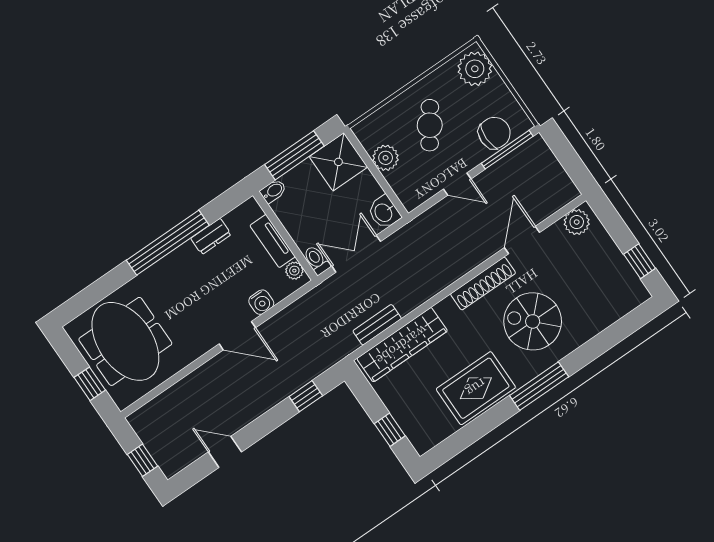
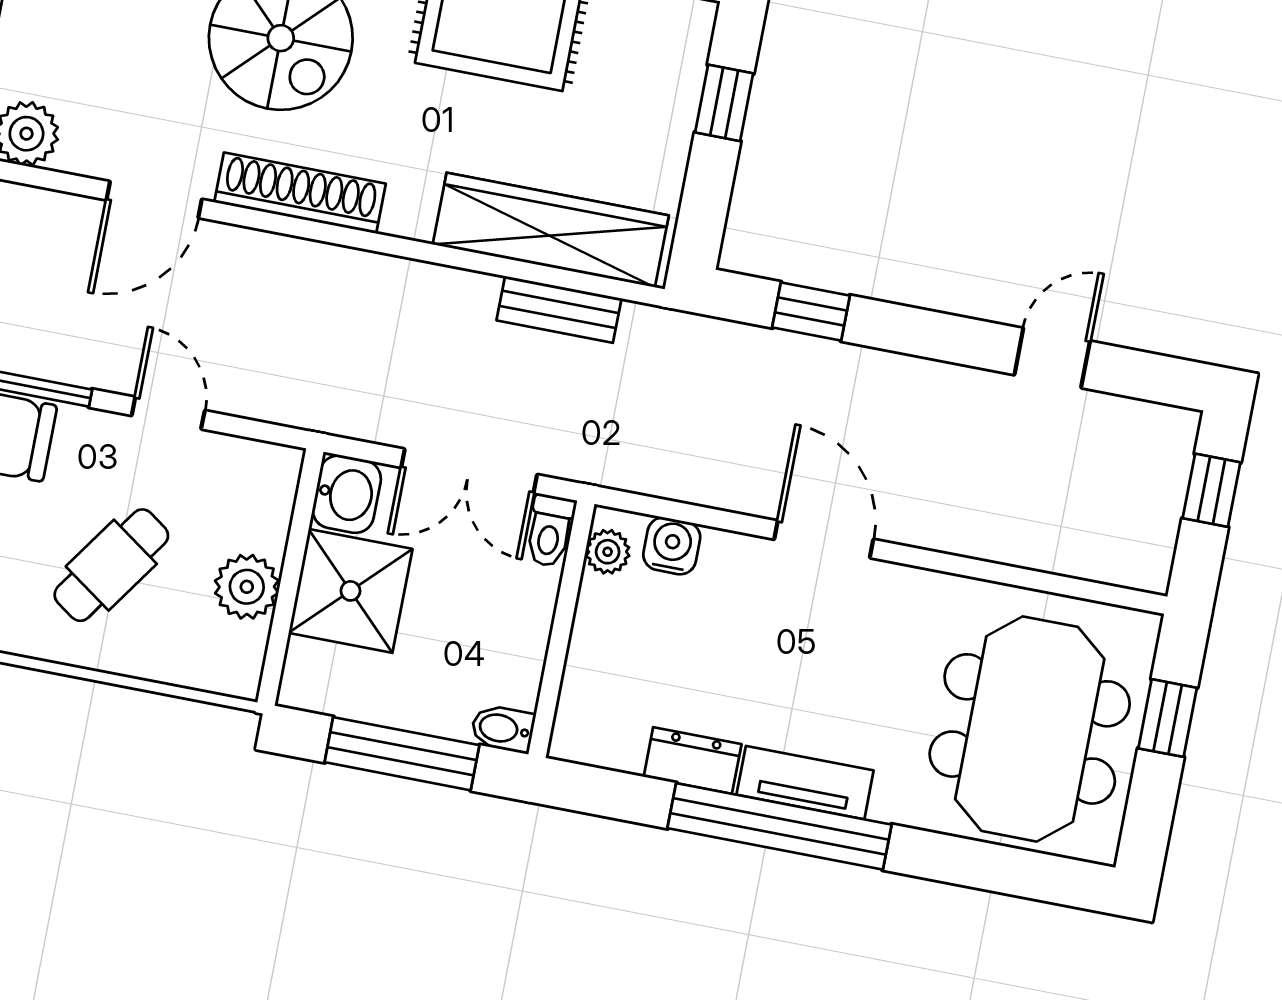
shower: (338, 162) -> (350, 591), moved
tv unit: (273, 241) -> (805, 783), moved, turned -90
water cooler: (261, 302) -> (672, 546), moved
door: (225, 452) -> (1052, 358), swing flipped

